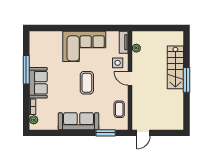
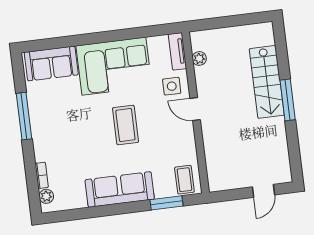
sofa: (38, 83) -> (51, 63), moved, turned 90
coffee table: (119, 109) -> (184, 180), moved
door: (143, 133) -> (263, 191), moved

